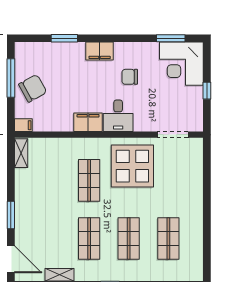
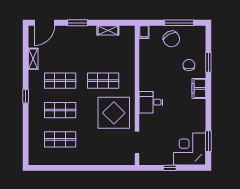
chair: (130, 77) -> (189, 65), moved
filing cabinet: (88, 122) -> (146, 80), removed
shelving: (21, 153) -> (108, 30), moved

